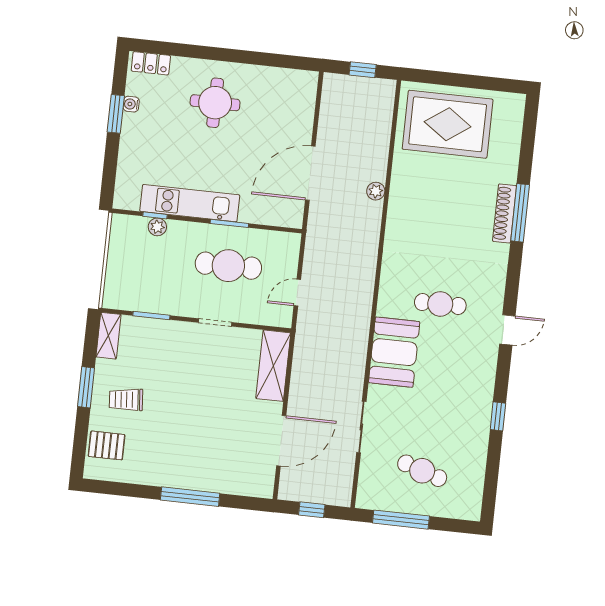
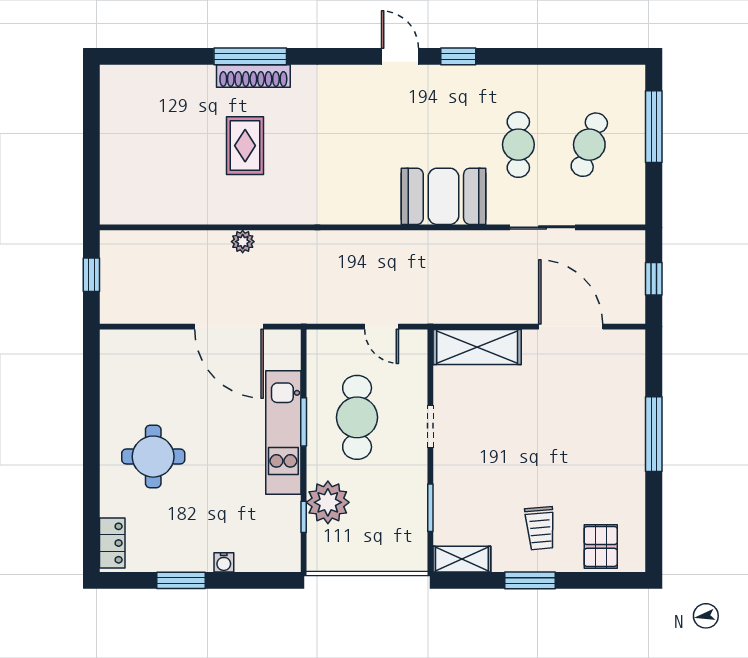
water cooler: (131, 104) -> (224, 562), moved
rug: (448, 124) -> (245, 146), moved, width x0.54, depth x0.49
kitchen unit: (190, 203) -> (283, 432), moved
plant: (157, 227) -> (328, 502), width x1.87, depth x1.87
cafe table: (440, 304) -> (518, 145), moved
window: (498, 416) -> (458, 56), moved
window: (401, 520) -> (654, 127), moved

